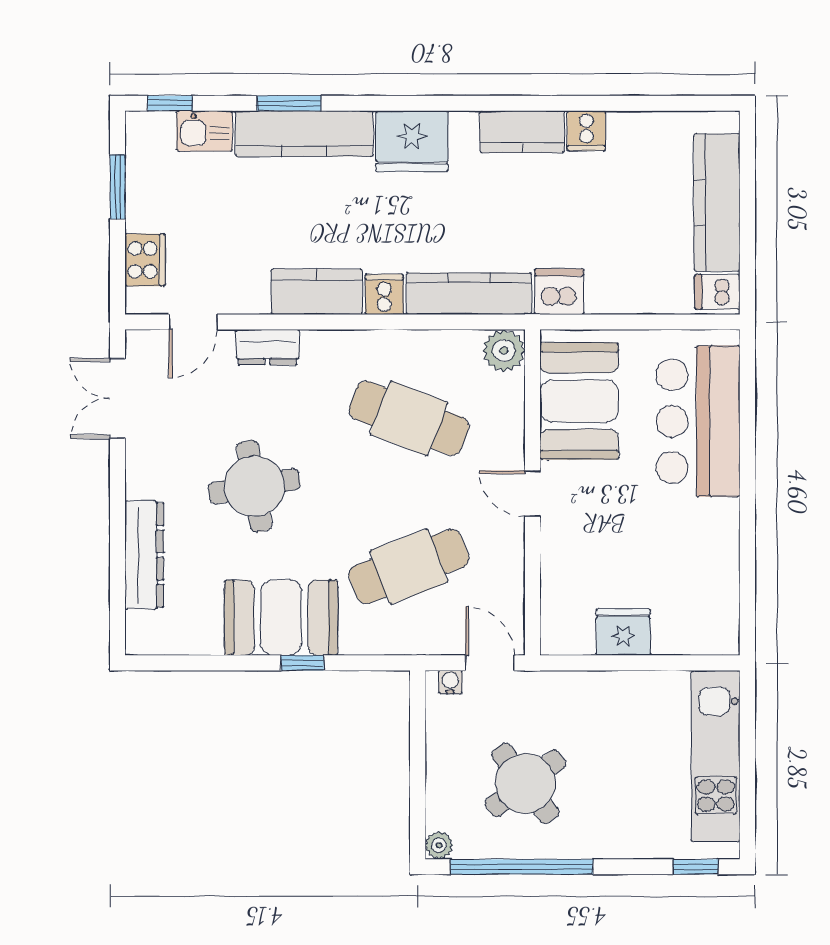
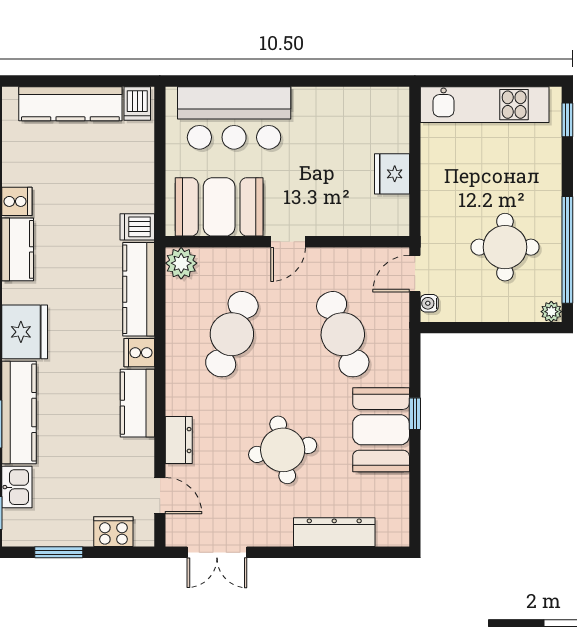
dishwasher: (559, 292) -> (137, 227), width x0.73
round table: (525, 783) -> (505, 247), turned 37

